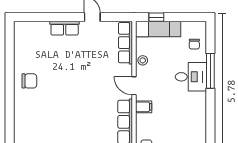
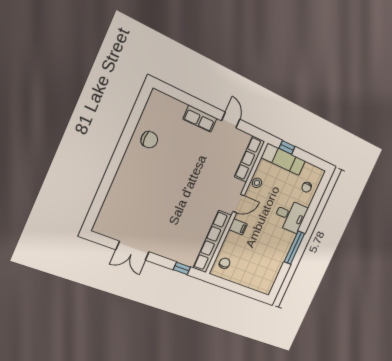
window: (210, 71) -> (294, 248), moved
chair: (29, 81) -> (149, 140), moved
door: (134, 86) -> (239, 204), swing flipped

